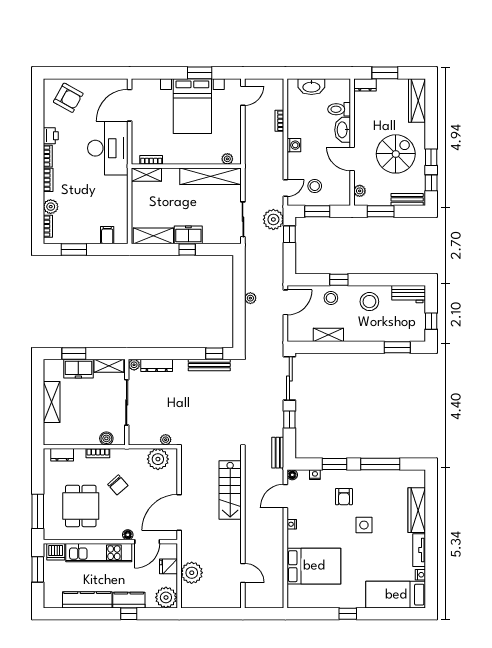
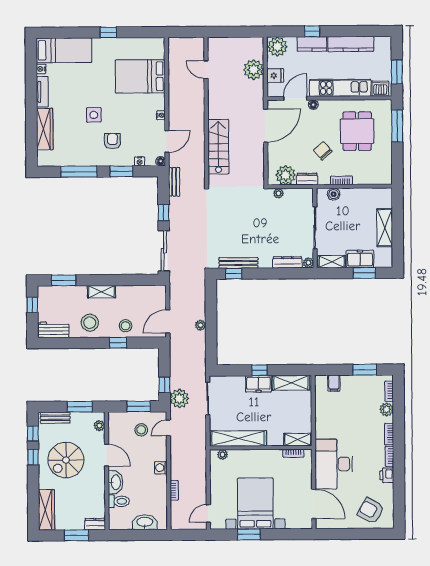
door: (130, 105) -> (314, 504), hinge flipped
shelving: (328, 335) -> (101, 292), moved
dresser: (62, 455) -> (307, 179), moved

